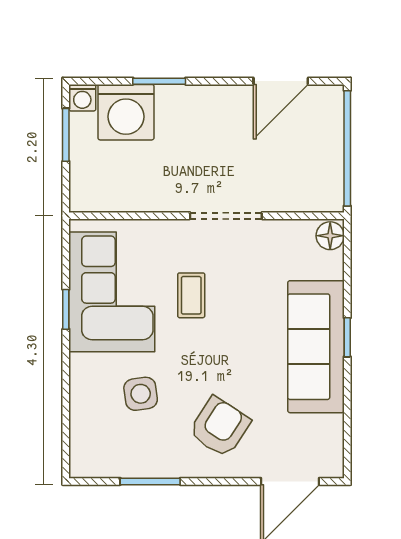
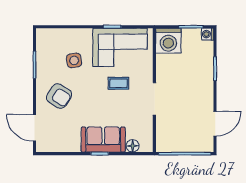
door: (281, 81) -> (215, 124), swing flipped
washing machine: (126, 112) -> (168, 41), moved, turned -90
floor lamp: (330, 236) -> (133, 146), moved
sofa: (316, 347) -> (103, 140), width x0.73

